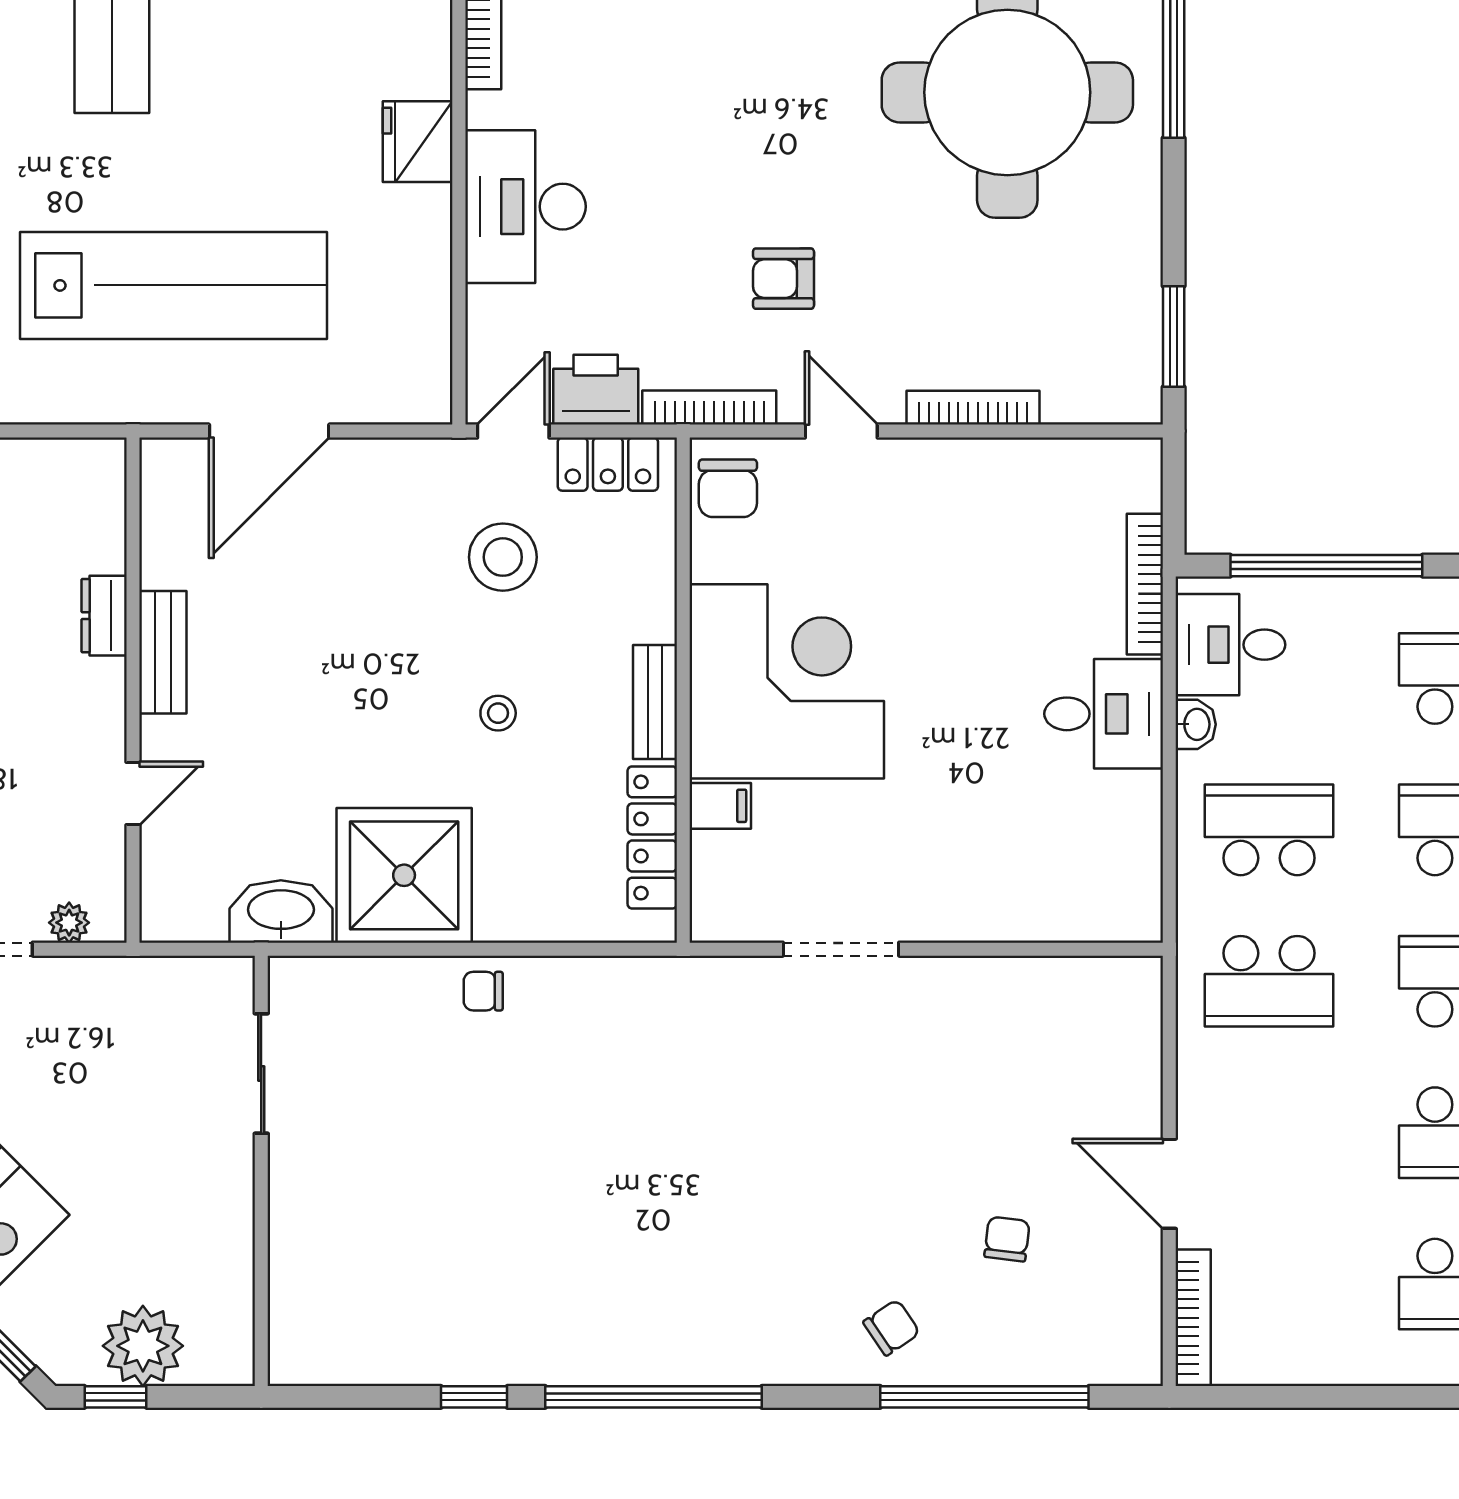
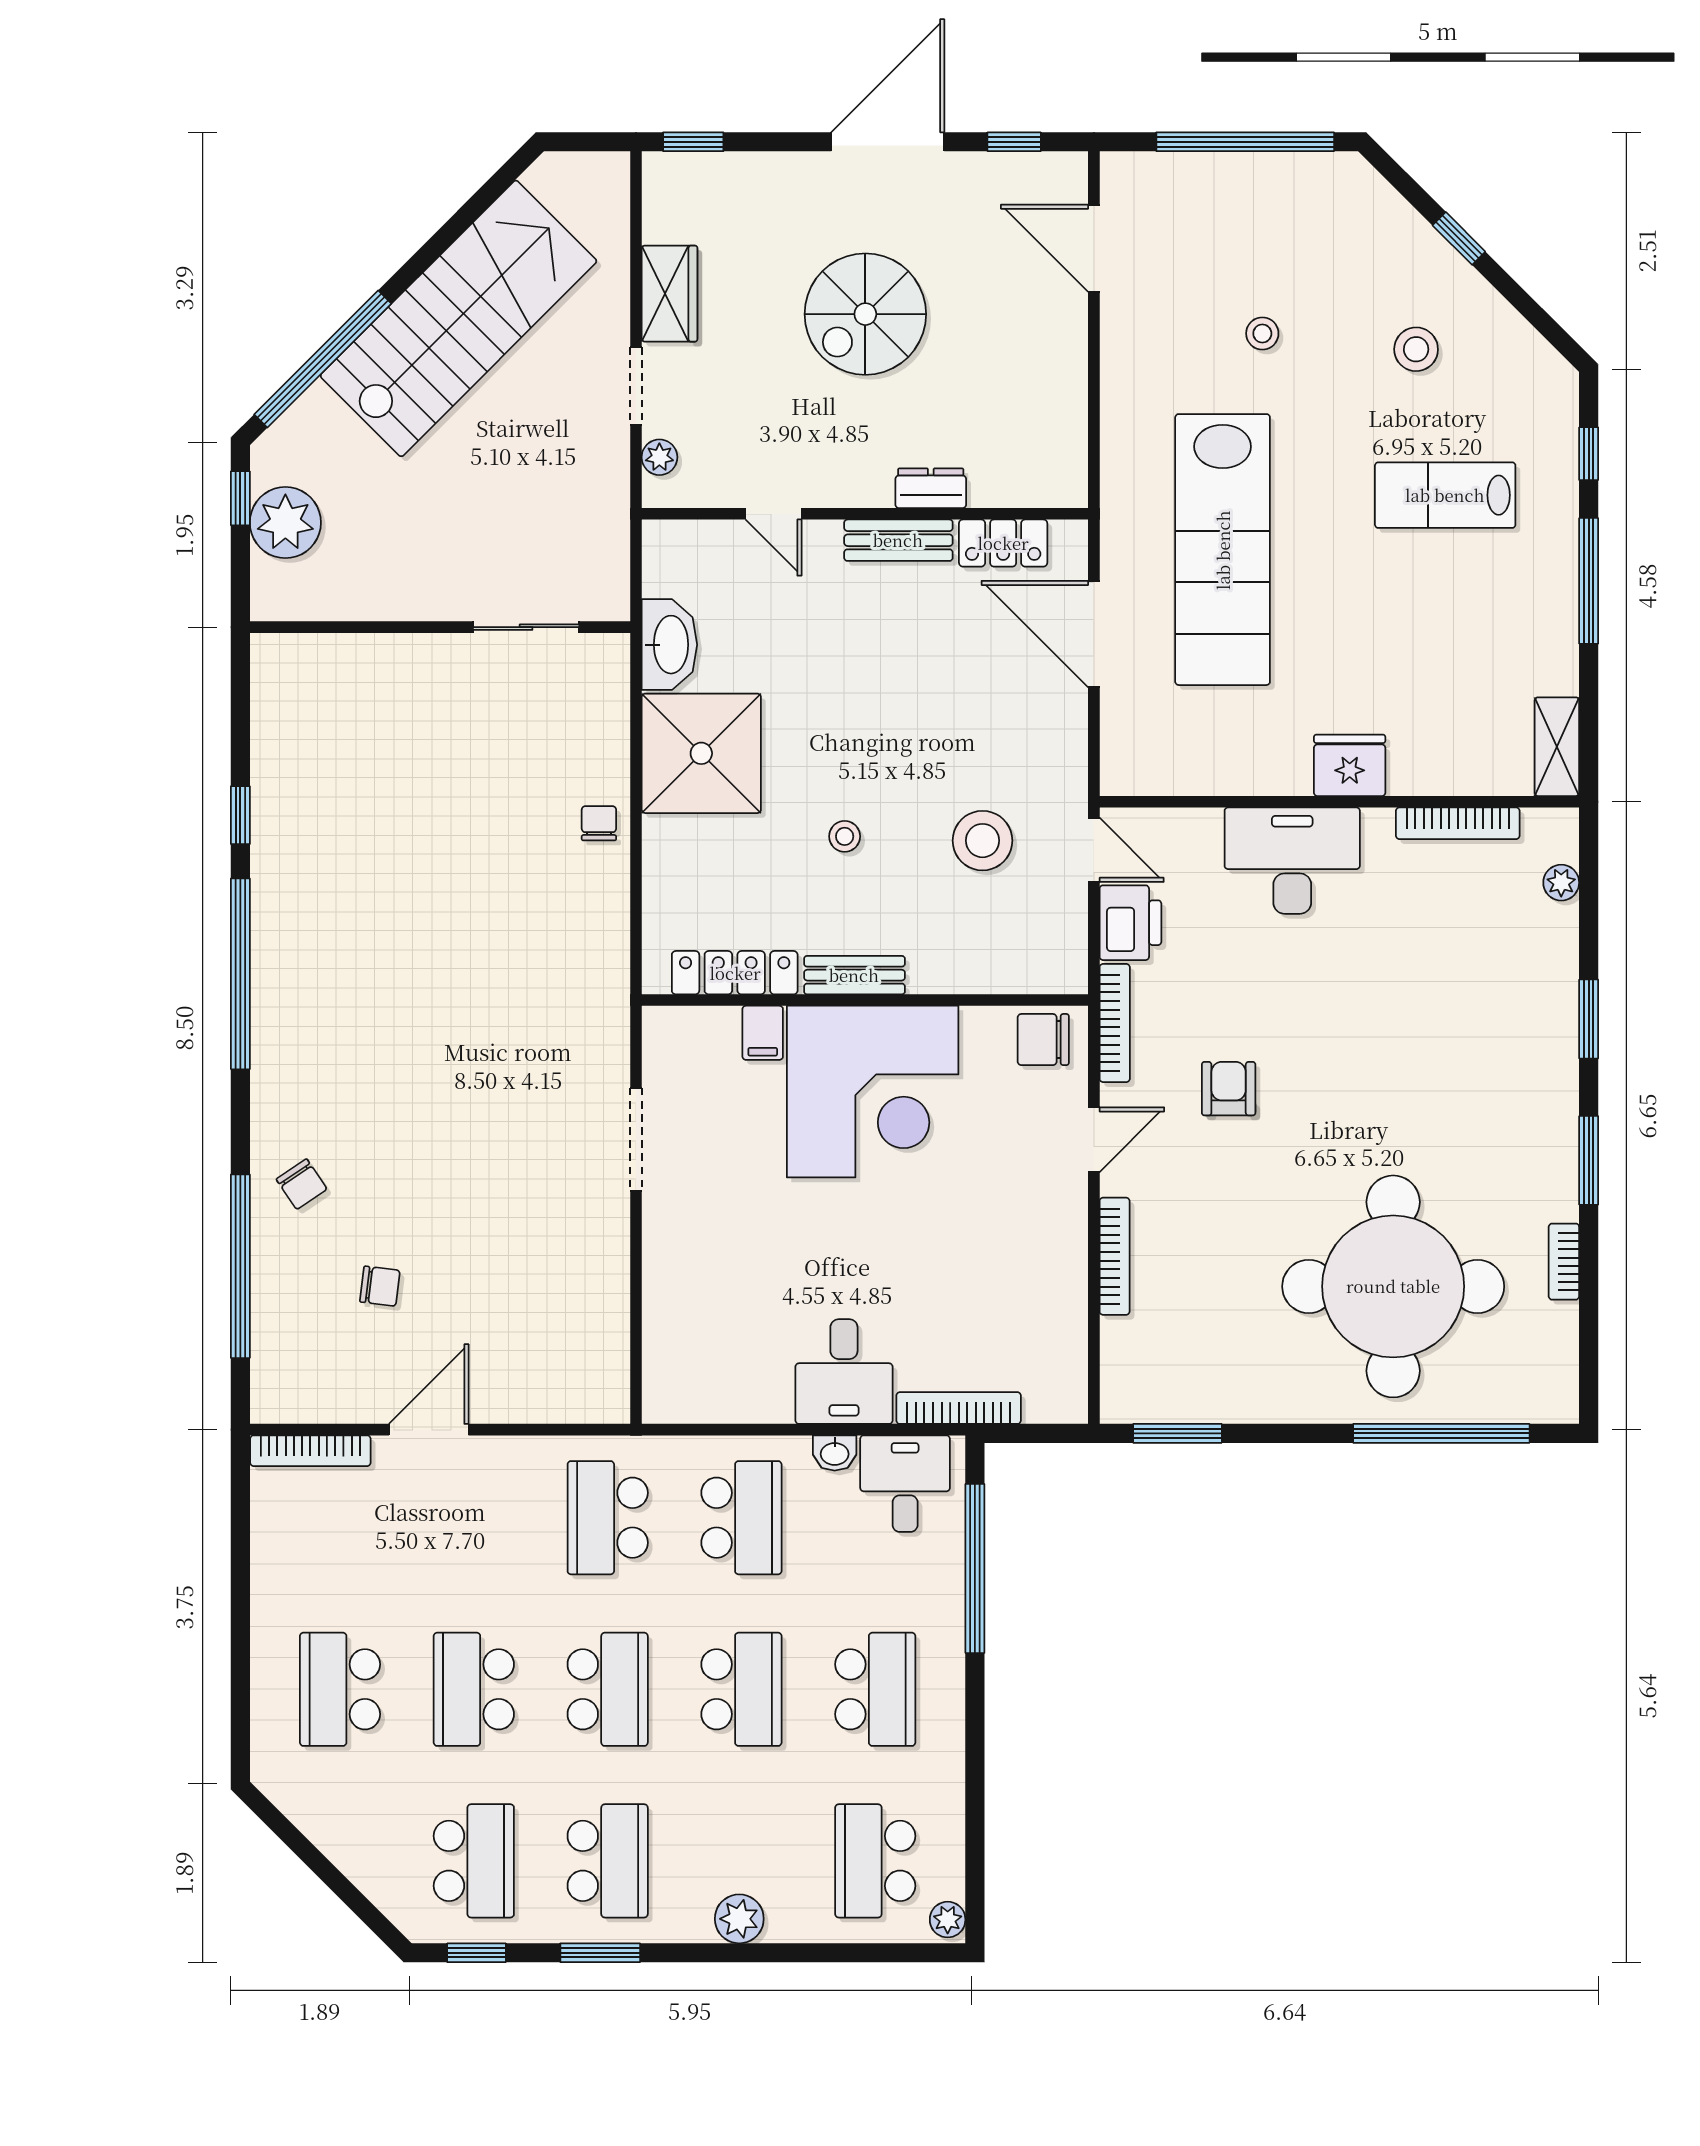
locker: (608, 464) -> (1003, 543), moved, turned -90

